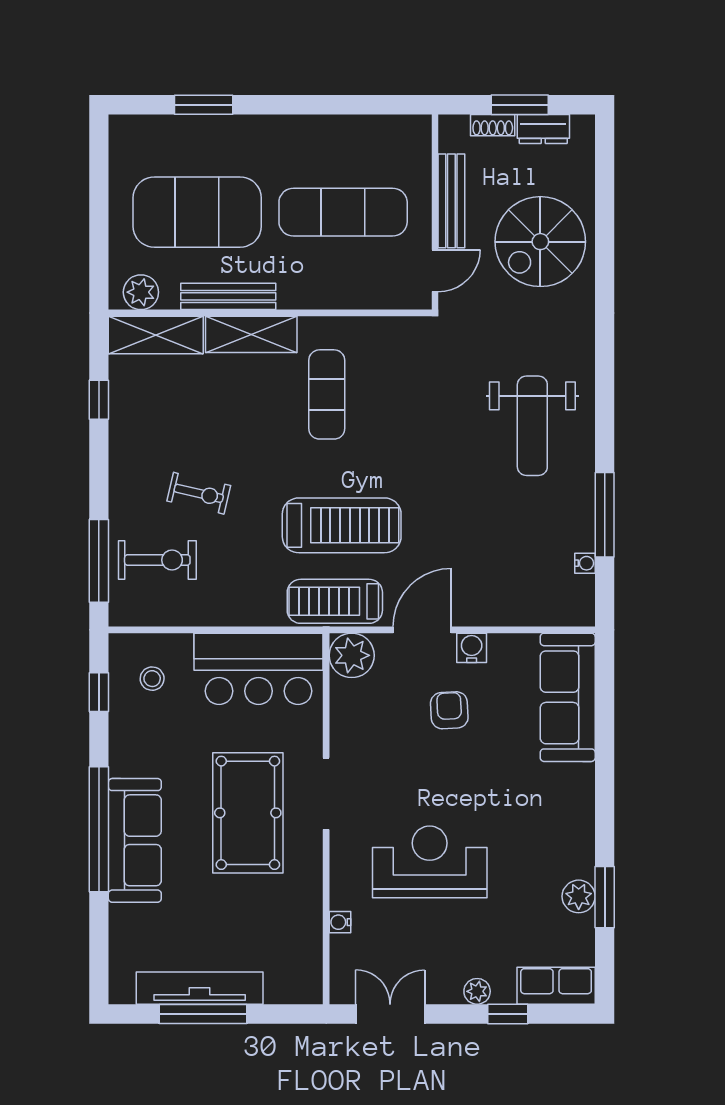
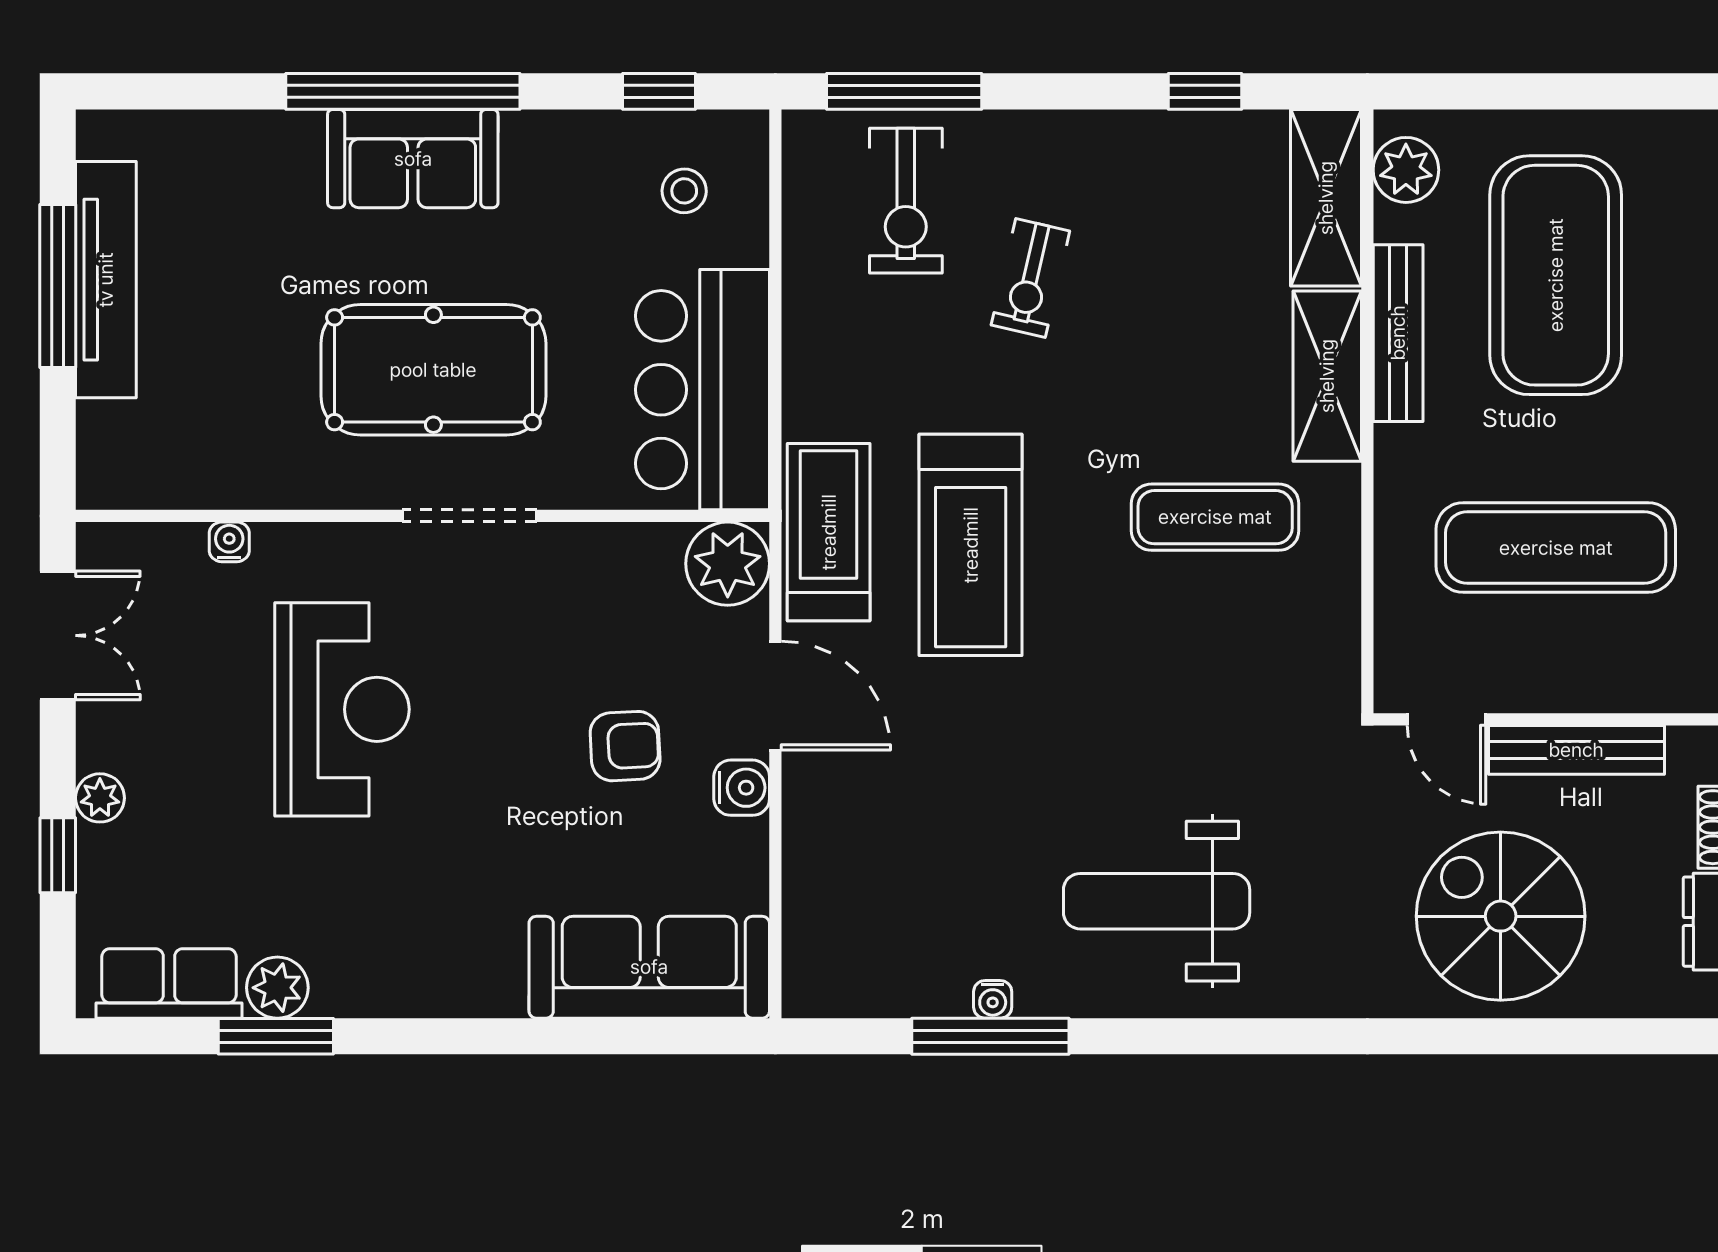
exercise mat: (343, 212) -> (1556, 548), turned 90
water cooler: (585, 563) -> (993, 999), moved
sofa: (135, 840) -> (413, 159), width x0.73
row of seats: (556, 986) -> (169, 983), moved, turned -90

